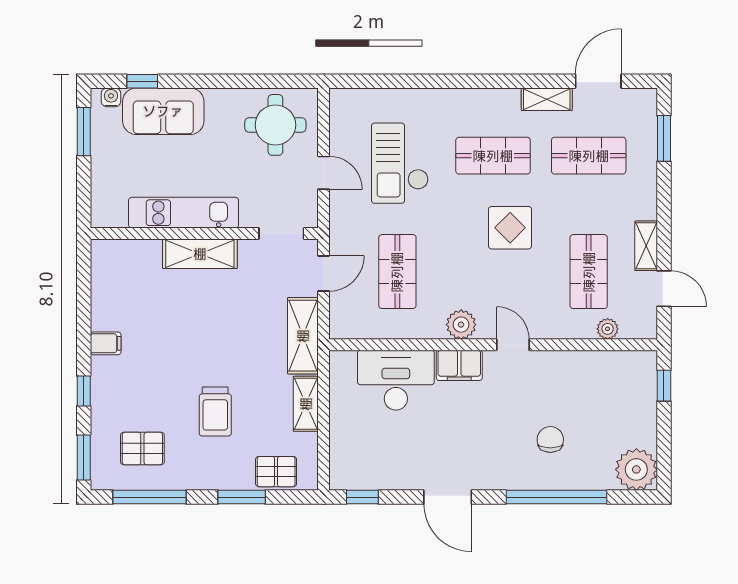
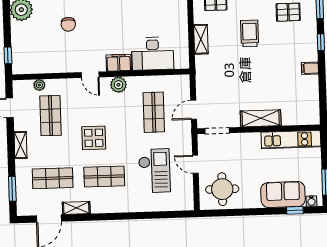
kitchen unit: (184, 213) -> (291, 139), moved
shelving: (646, 246) -> (20, 145), moved
shelving: (303, 336) -> (204, 76), removed

